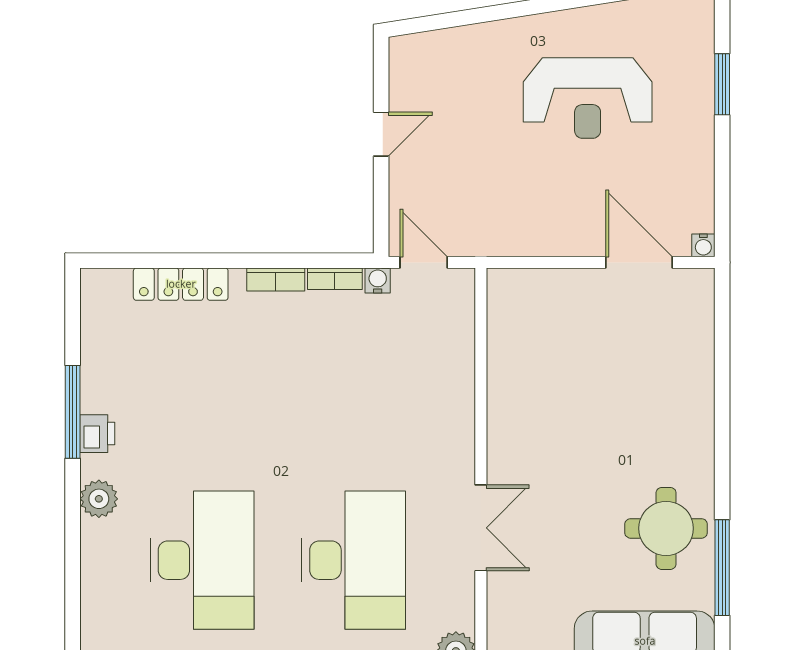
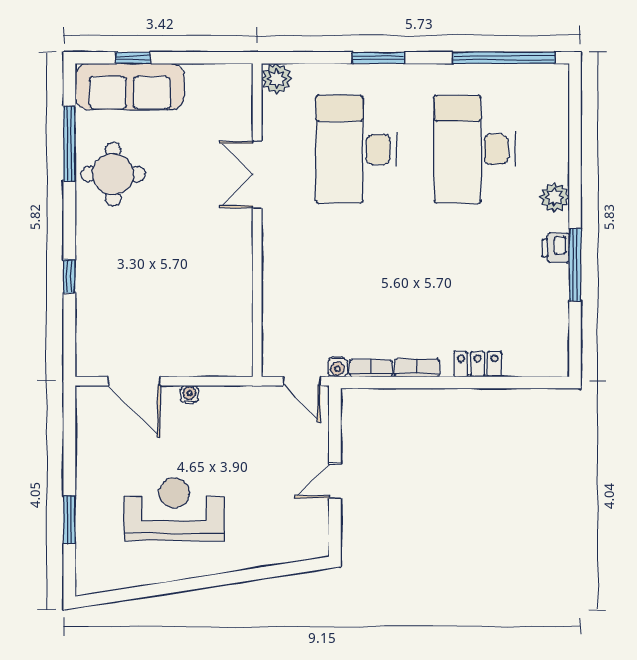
water cooler: (703, 245) -> (189, 394), moved
locker: (181, 284) -> (478, 364), width x0.66
window: (722, 397) -> (69, 276), added

